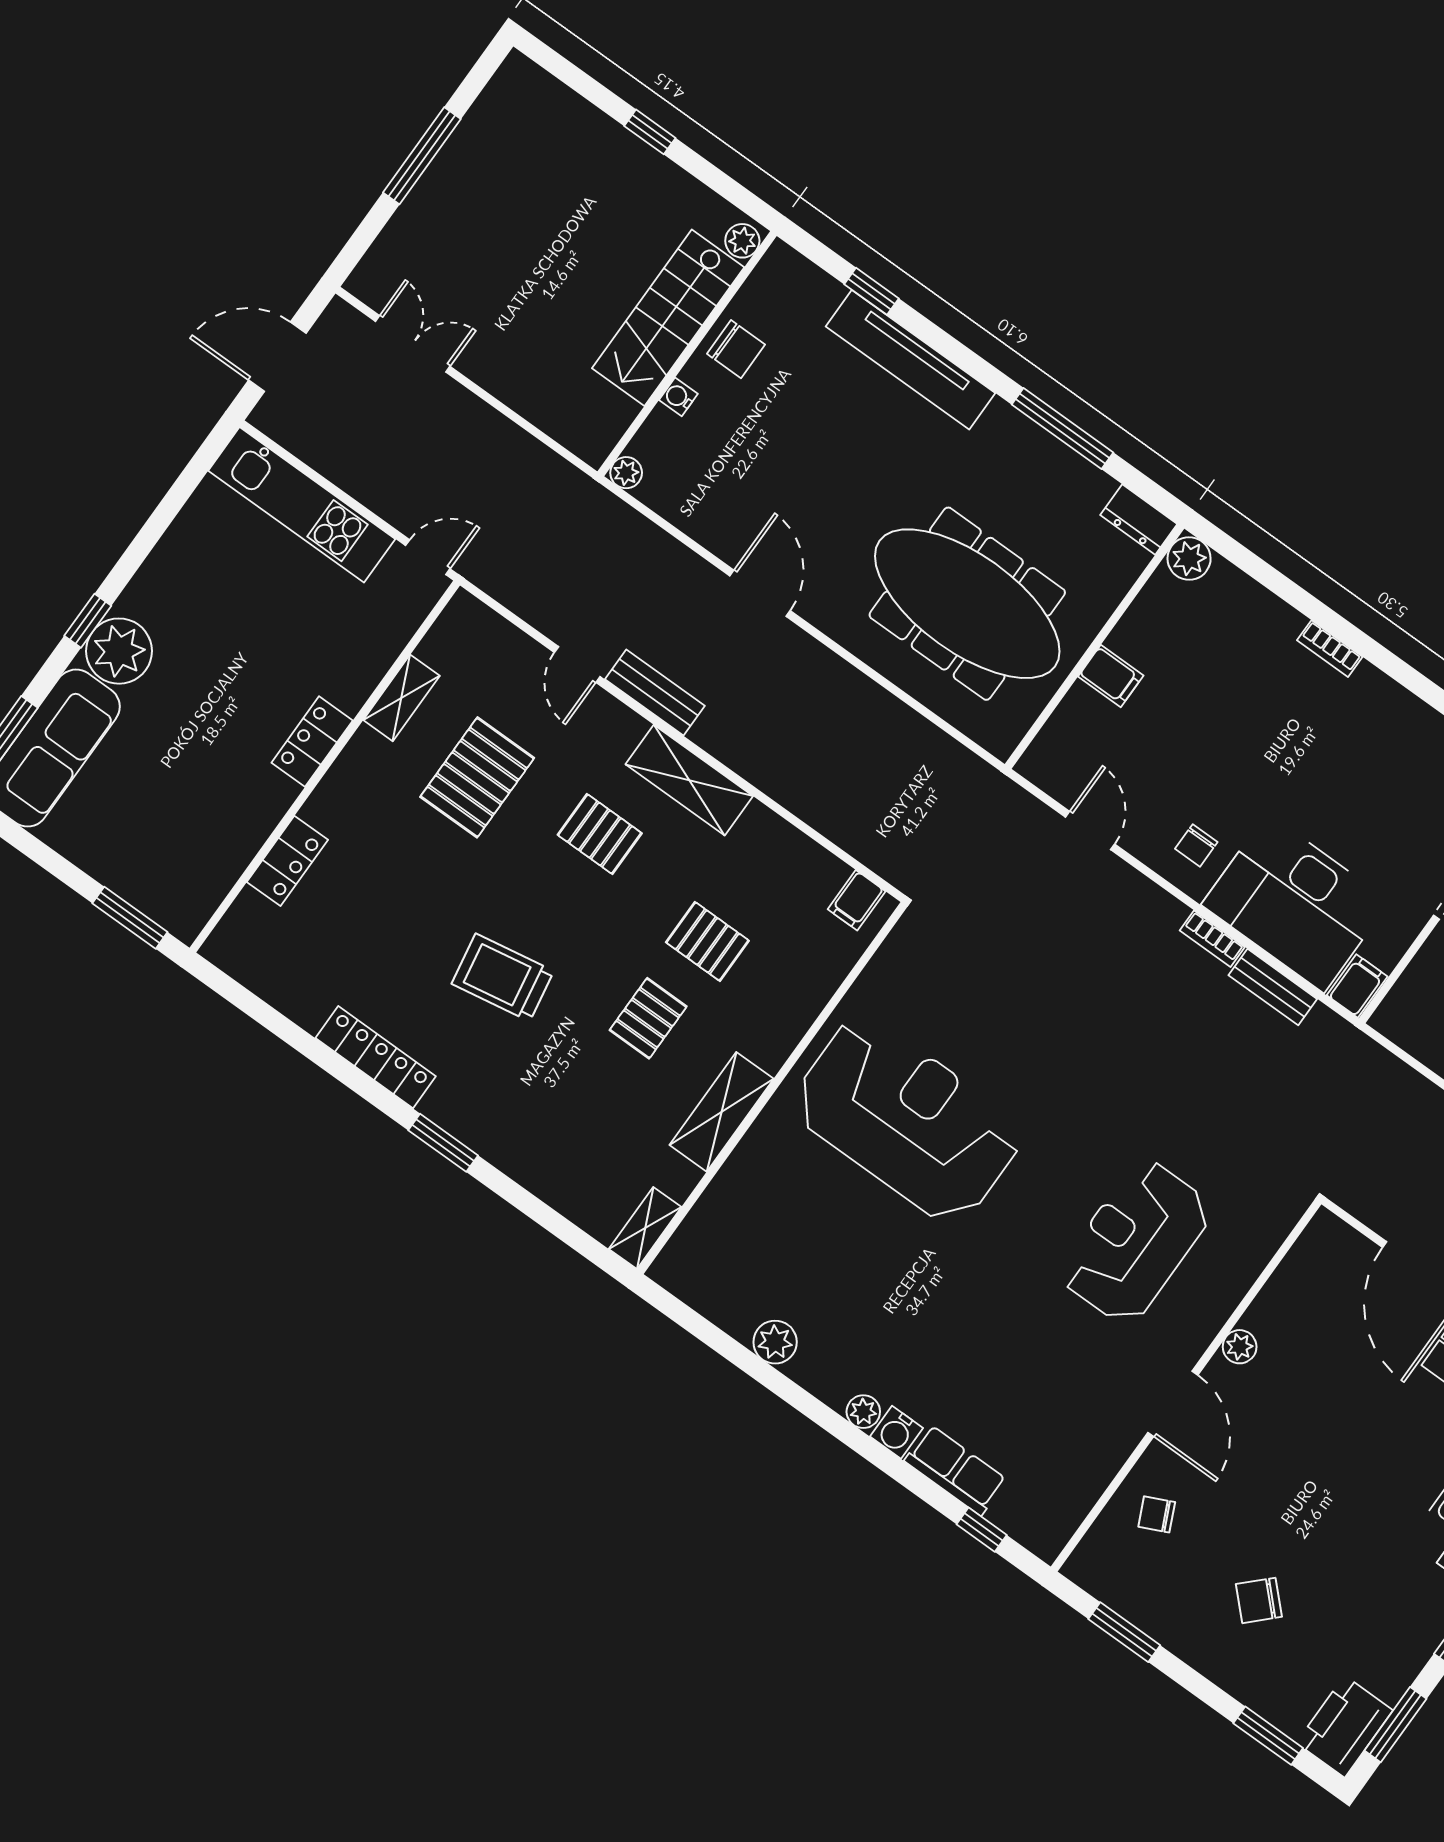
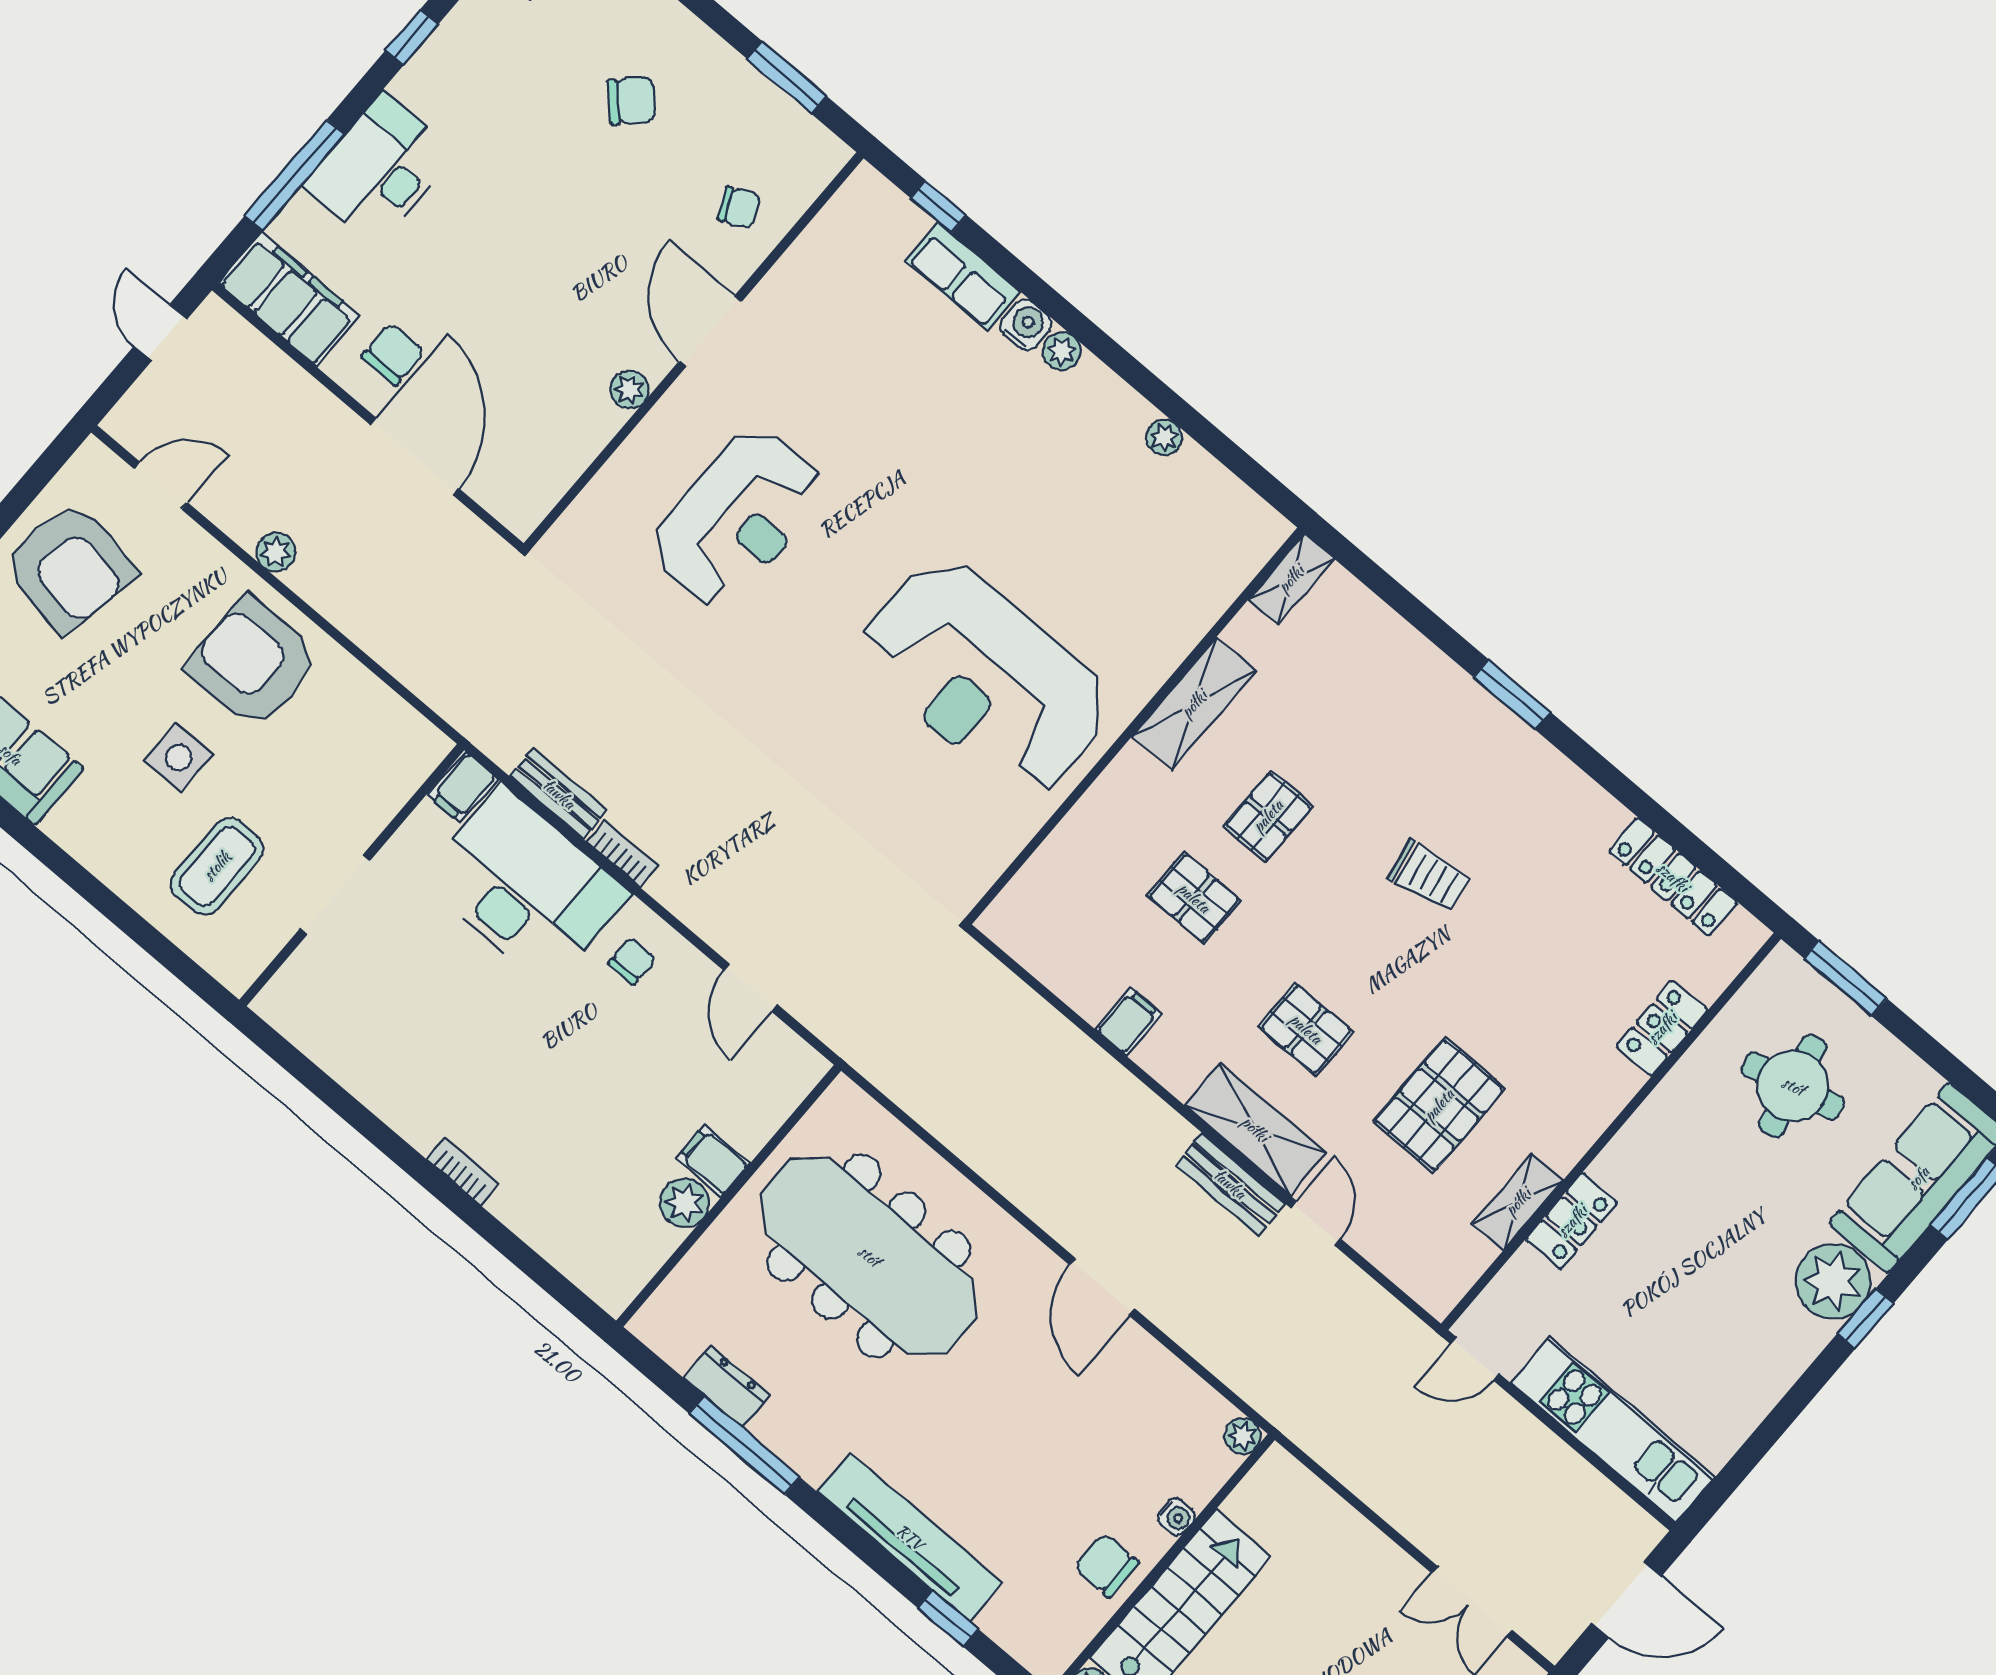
dresser: (1139, 519) -> (727, 1386), moved
plant: (1189, 558) -> (685, 1203), moved
locker: (312, 742) -> (1572, 1221), moved
shelving: (689, 780) -> (1255, 1129), moved
round table: (168, 820) -> (1793, 1086), added
filing cabinet: (857, 900) -> (1128, 1021), moved
trolley: (503, 977) -> (1429, 876), width x0.73, depth x0.72
locker: (376, 1057) -> (1673, 877), moved
plant: (775, 1342) -> (1164, 437), width x0.73, depth x0.73

